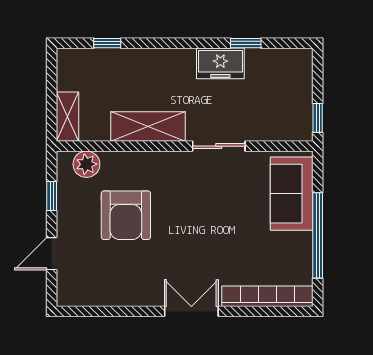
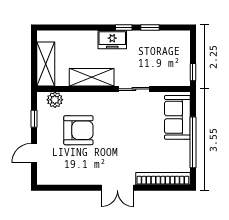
window: (107, 43) -> (124, 27), moved
freezer: (220, 63) -> (112, 40), moved
shelving: (68, 117) -> (46, 64), width x1.50, depth x1.33
armchair: (126, 215) -> (78, 130), turned -90
double door: (191, 311) -> (117, 188), swing flipped

